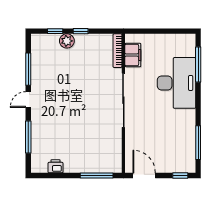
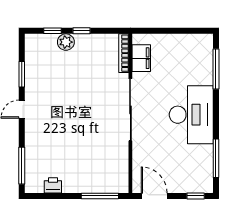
window: (28, 69) -> (22, 74), width x0.69
desk: (176, 83) -> (191, 115), moved
window: (28, 137) -> (22, 166), moved

